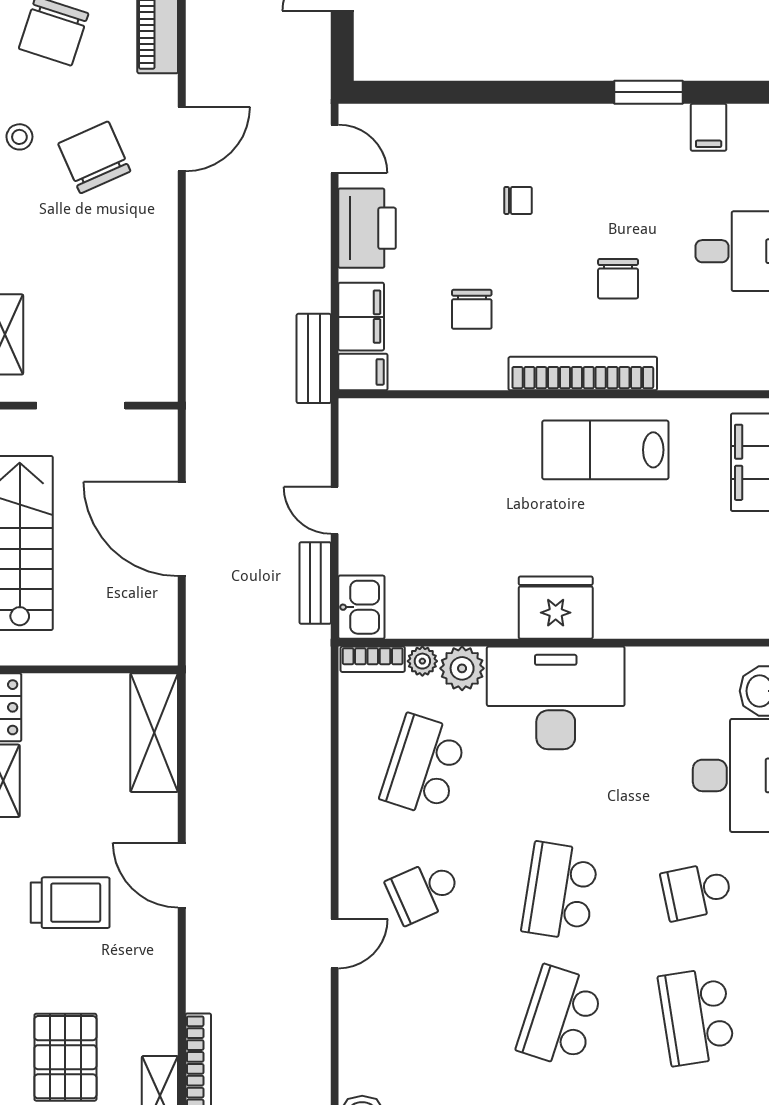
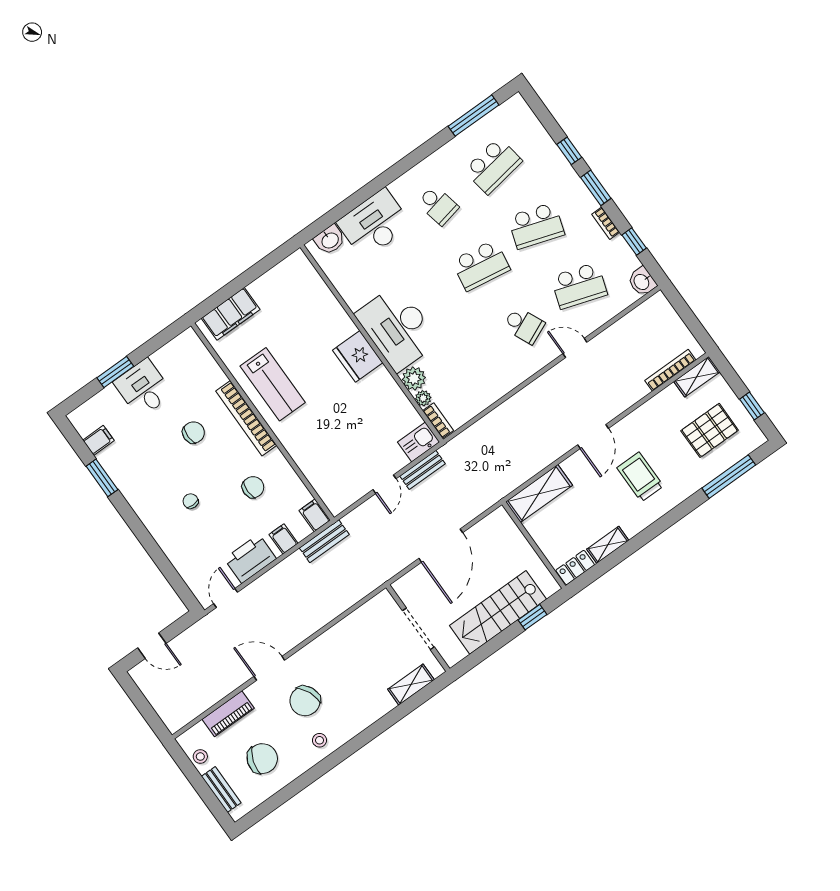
filing cabinet: (361, 317) -> (284, 539), width x0.50
school desk: (424, 766) -> (579, 286), moved

